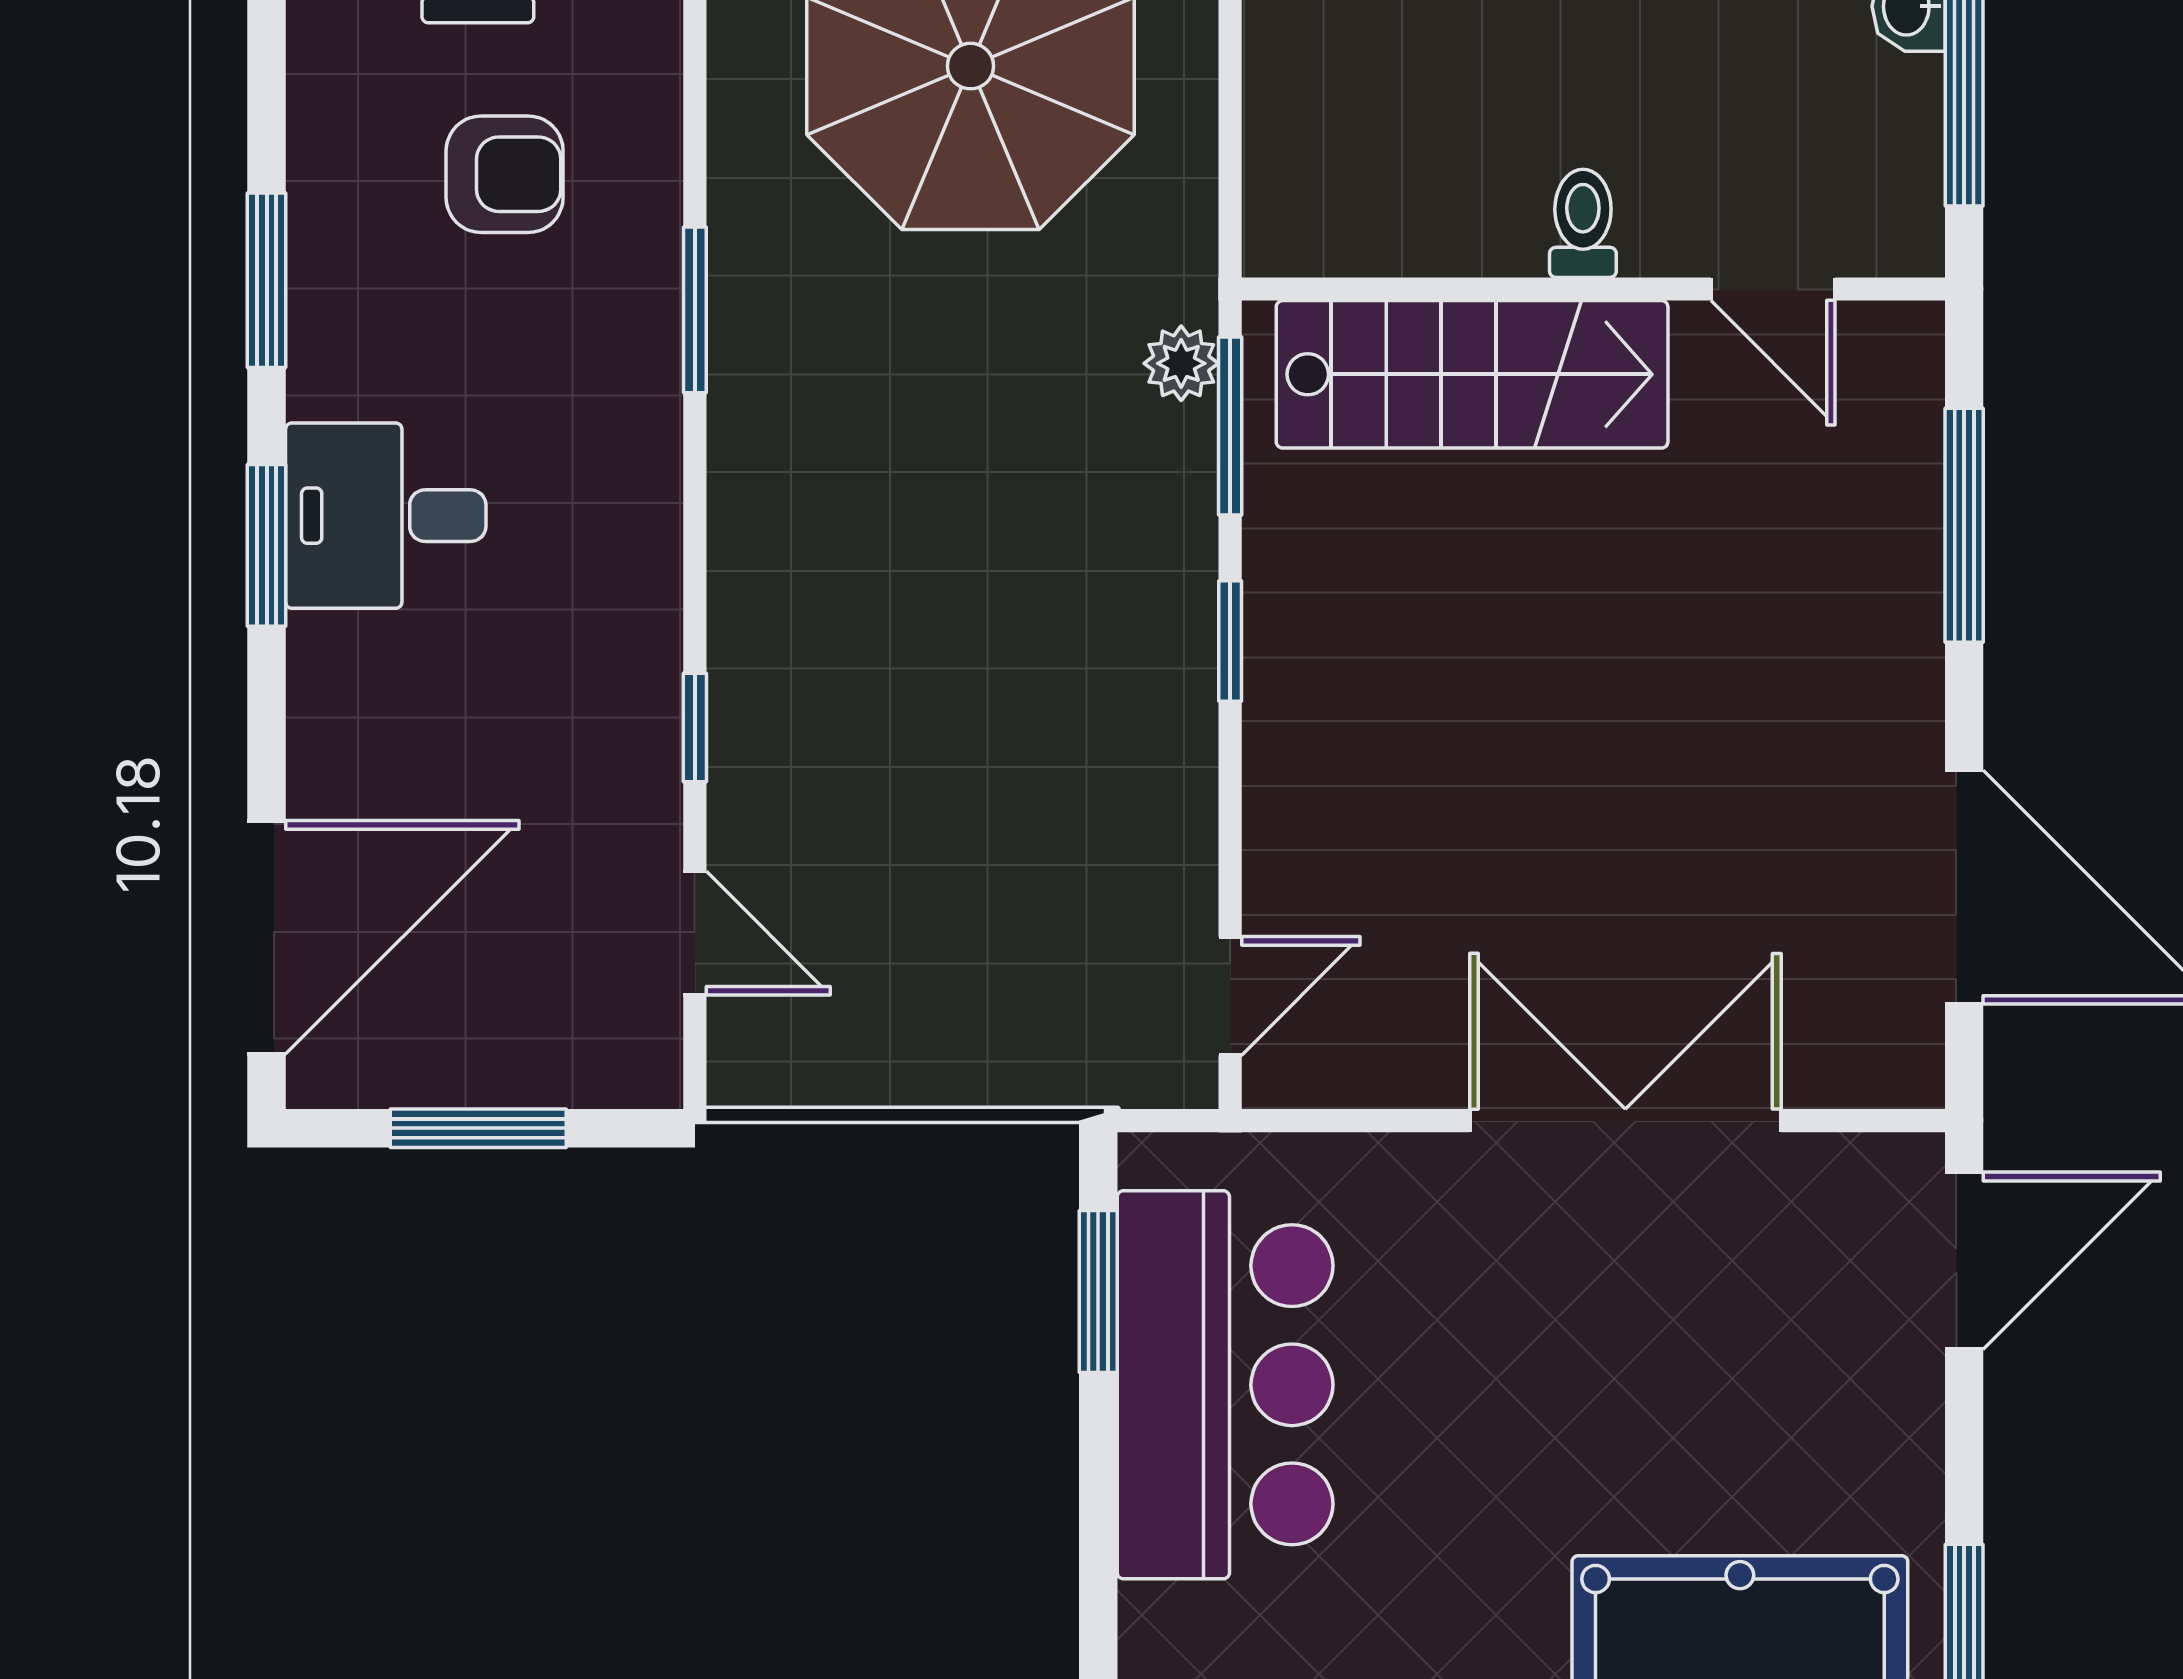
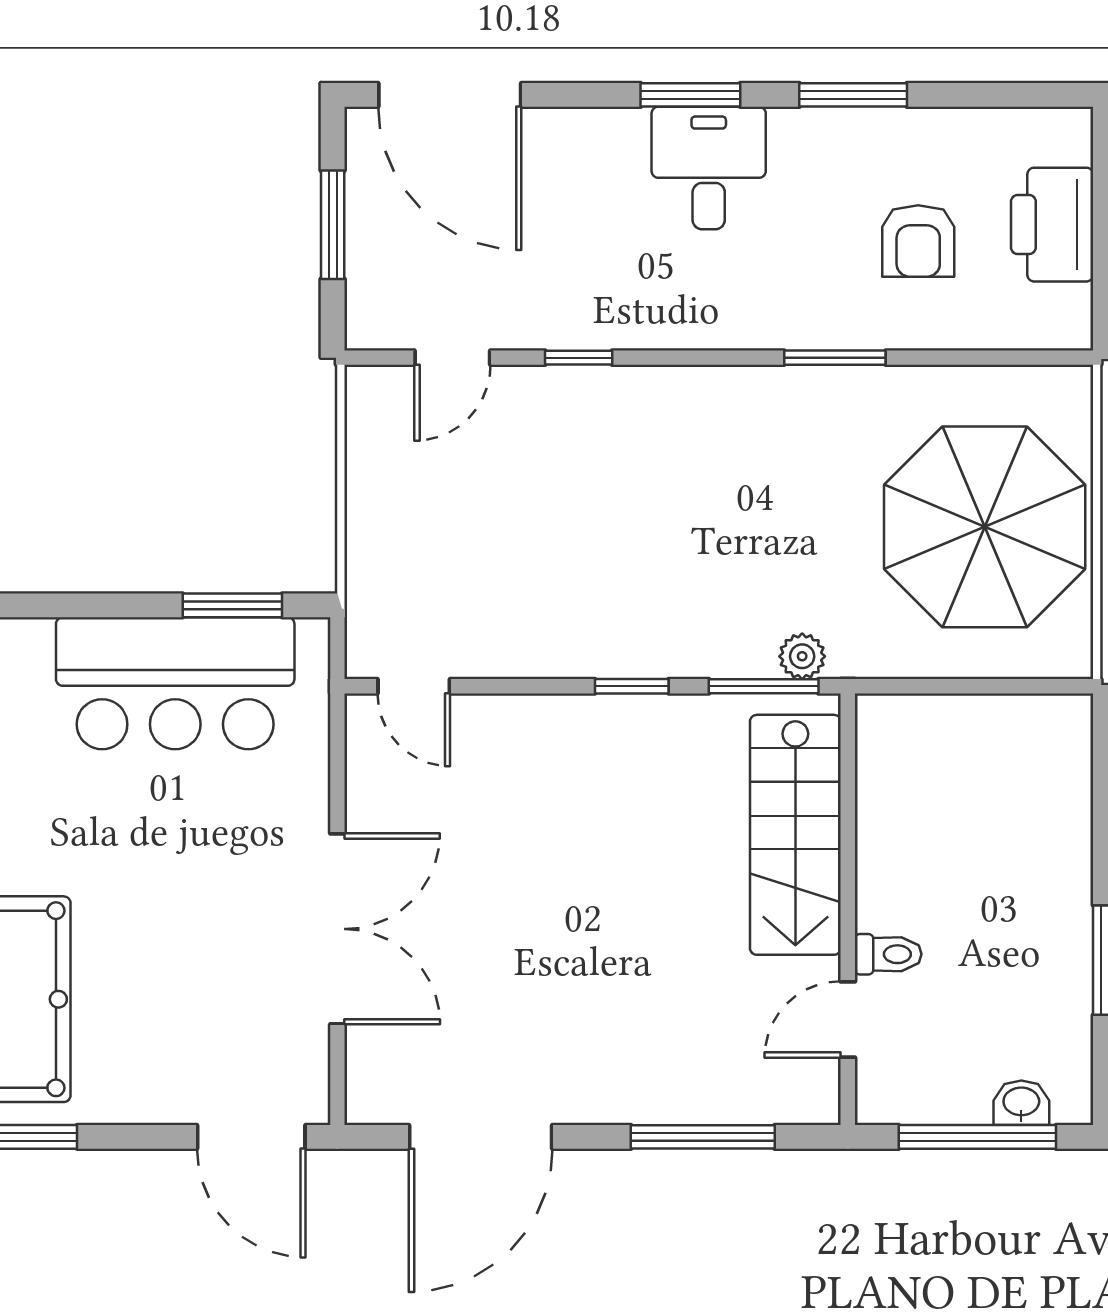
toilet: (1583, 223) -> (888, 954), moved

